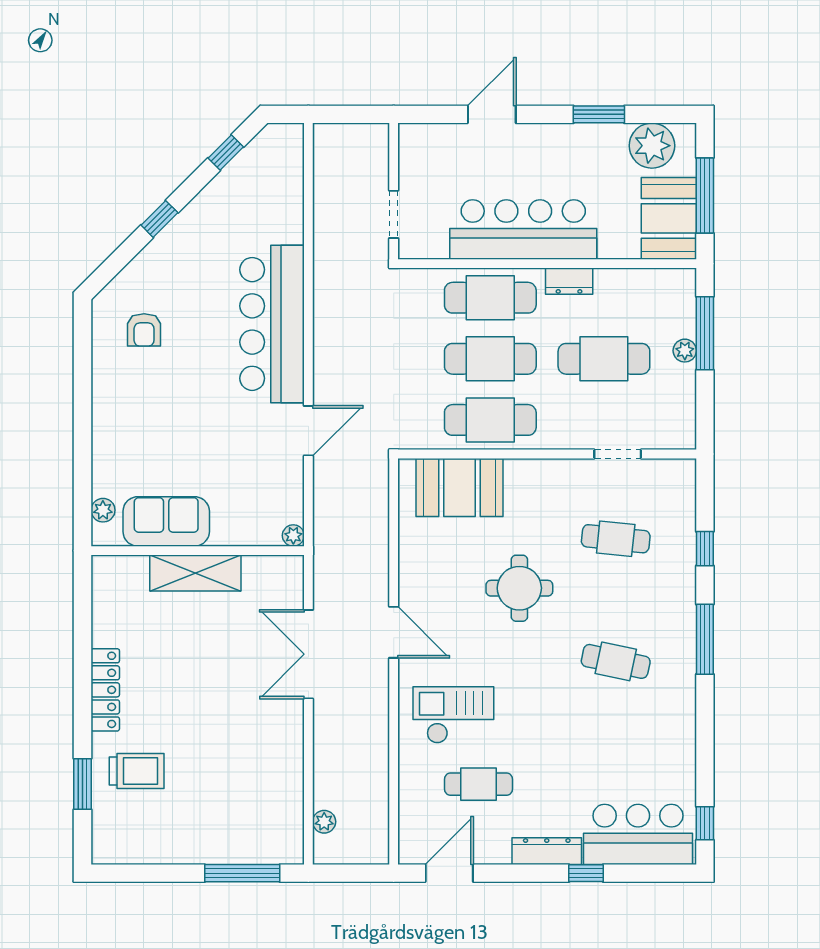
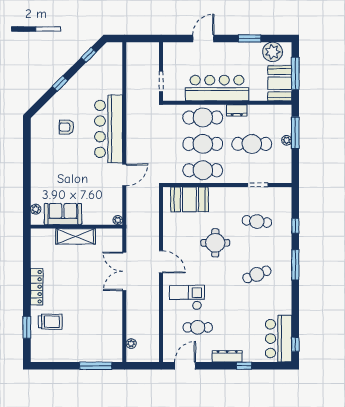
armchair: (144, 330) -> (67, 127), moved, turned 90
cafe table: (616, 661) -> (257, 274), turned -33
bar counter: (638, 834) -> (279, 339), moved, turned -90

